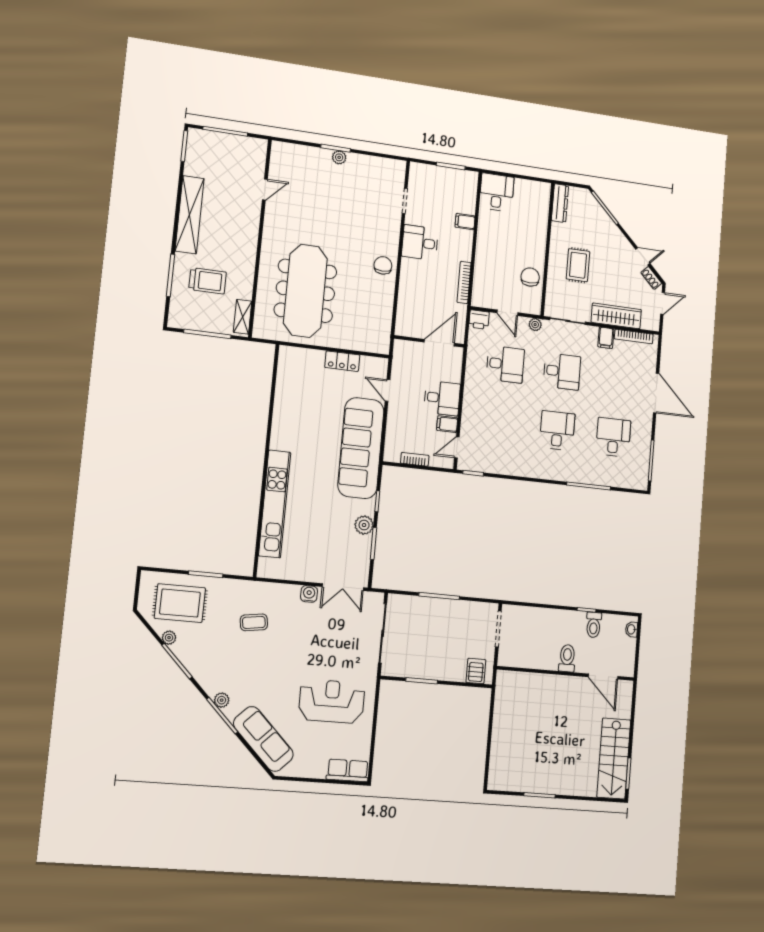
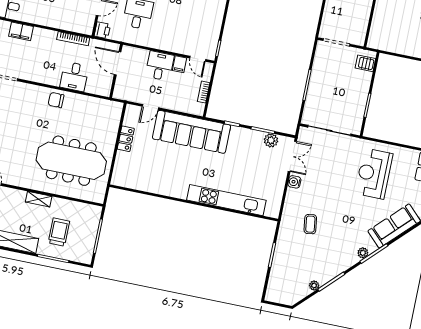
filing cabinet: (465, 222) -> (21, 31), width x2.00
desk: (420, 243) -> (74, 77), moved
shelving: (243, 317) -> (39, 199), moved
plant: (364, 525) -> (271, 140), moved
rug: (180, 603) -> (290, 275), removed

